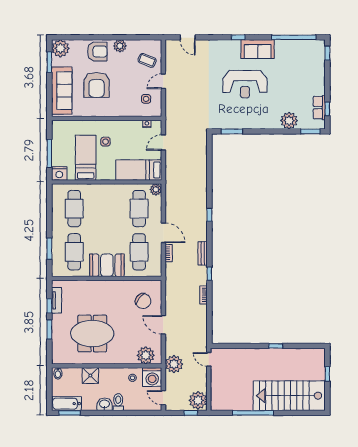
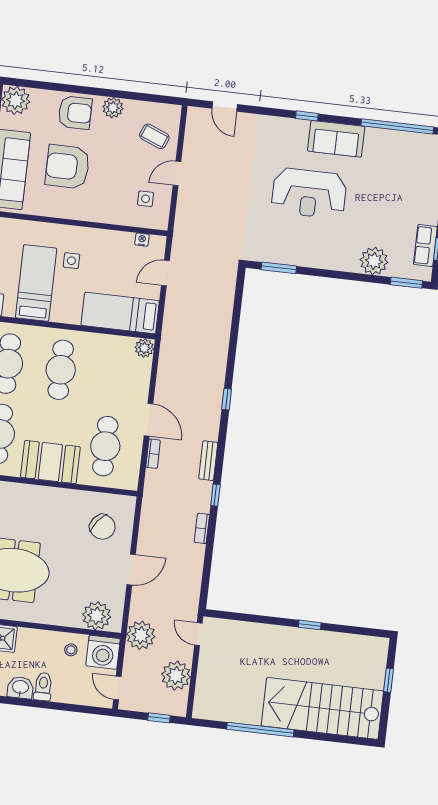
armchair: (97, 85) -> (67, 167), turned 90
cafe table: (139, 209) -> (61, 370), moved
door: (163, 325) -> (131, 569), swing flipped
plant: (198, 400) -> (176, 676), moved

